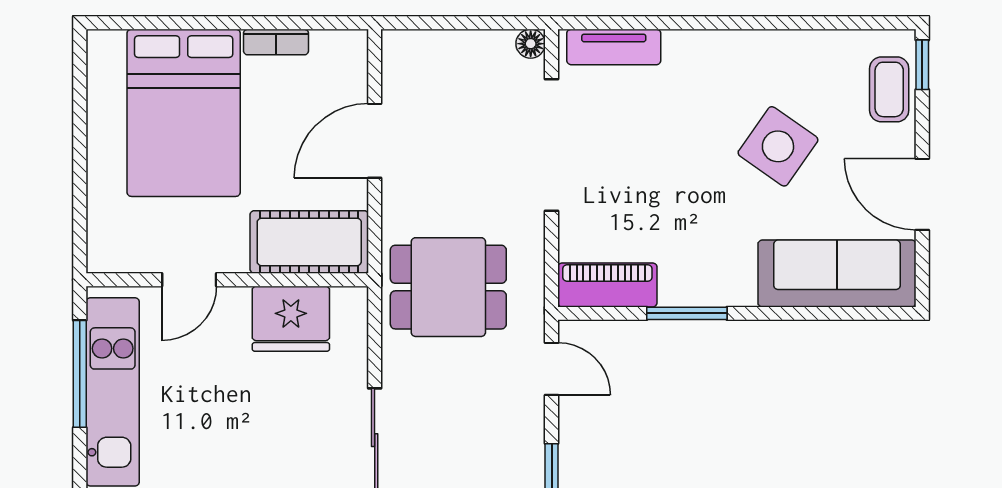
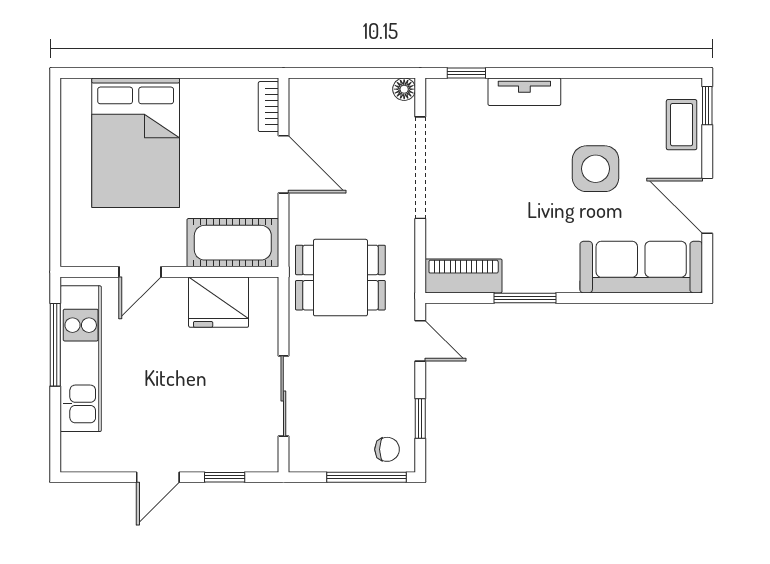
window: (611, 23) -> (466, 73), added
bookcase: (276, 42) -> (268, 107), moved, turned 90
tv unit: (614, 47) -> (524, 92), moved
door: (375, 141) -> (283, 164), swing flipped
side table: (778, 146) -> (596, 169), turned -35

